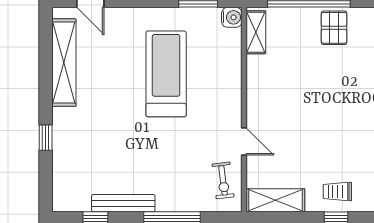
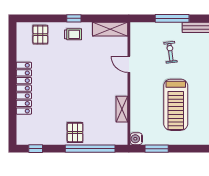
shelving: (256, 32) -> (122, 109), moved
exercise bike: (223, 180) -> (170, 52), moved

